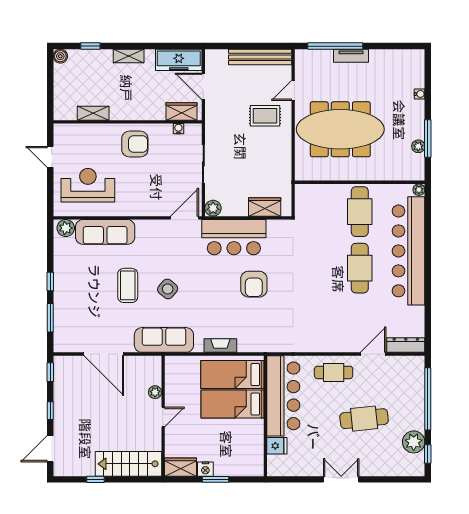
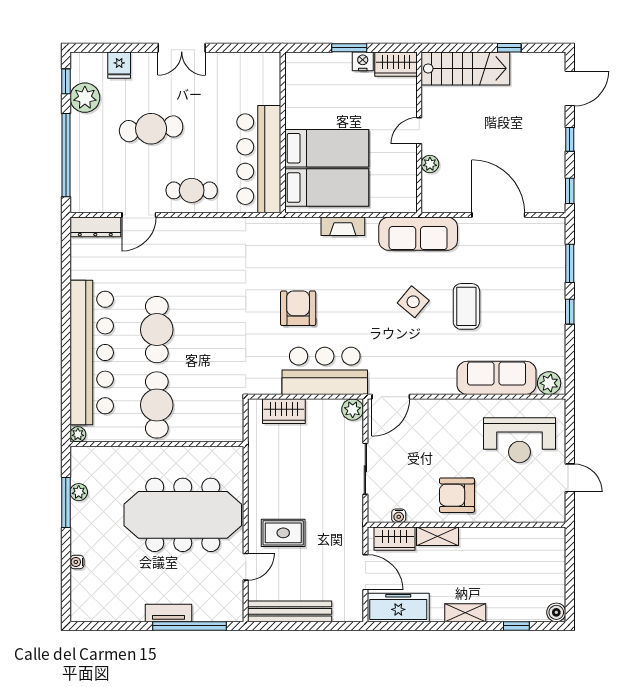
shelving: (93, 113) -> (438, 536), moved
fridge: (277, 446) -> (119, 65), moved, turned -90

